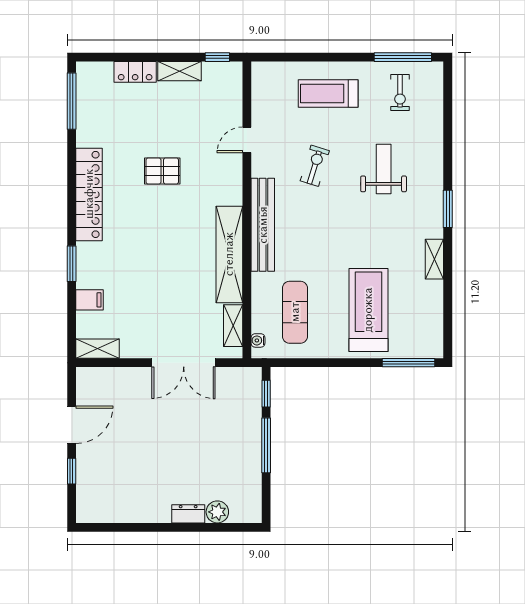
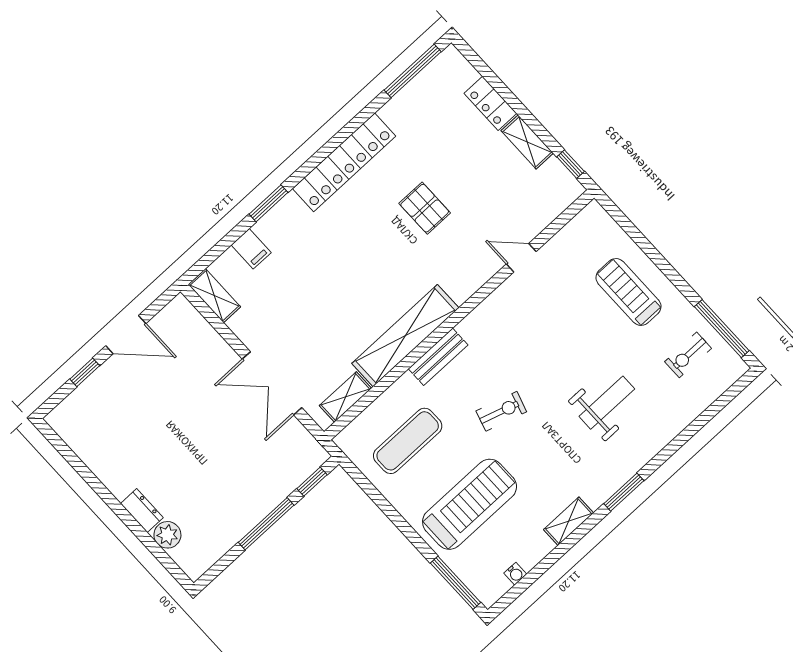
exercise bike: (315, 166) -> (501, 411), moved
bench: (263, 225) -> (438, 357), width x0.54, depth x0.82
water cooler: (258, 340) -> (515, 574), moved, turned 180

